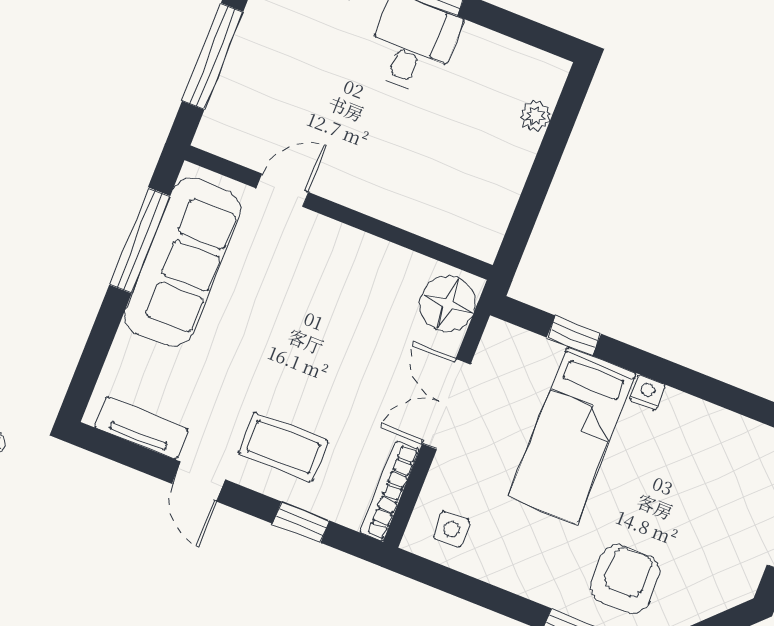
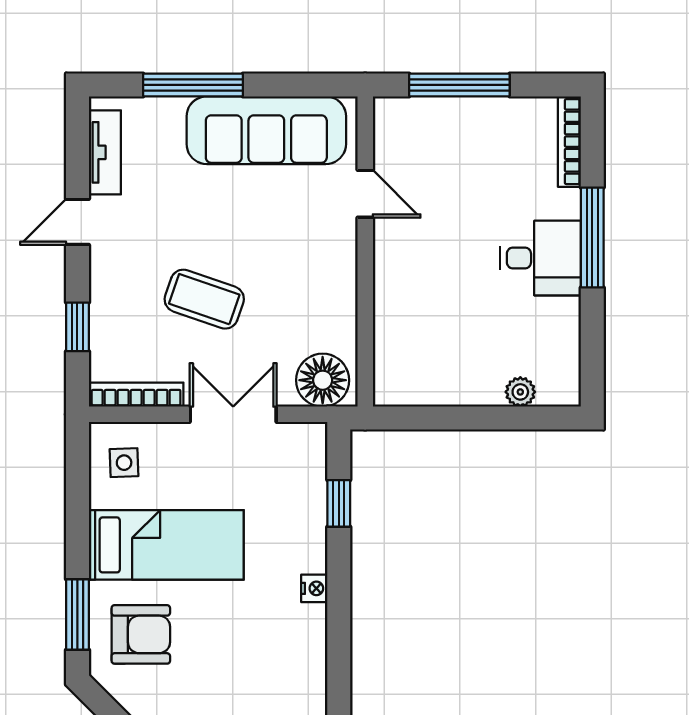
window: (140, 240) -> (193, 85), moved
bed: (572, 435) -> (166, 545), moved, turned 180
coffee table: (283, 447) -> (204, 299), moved, turned -71

